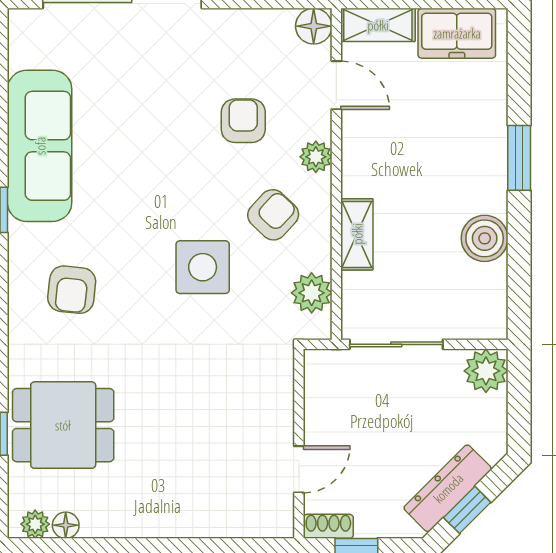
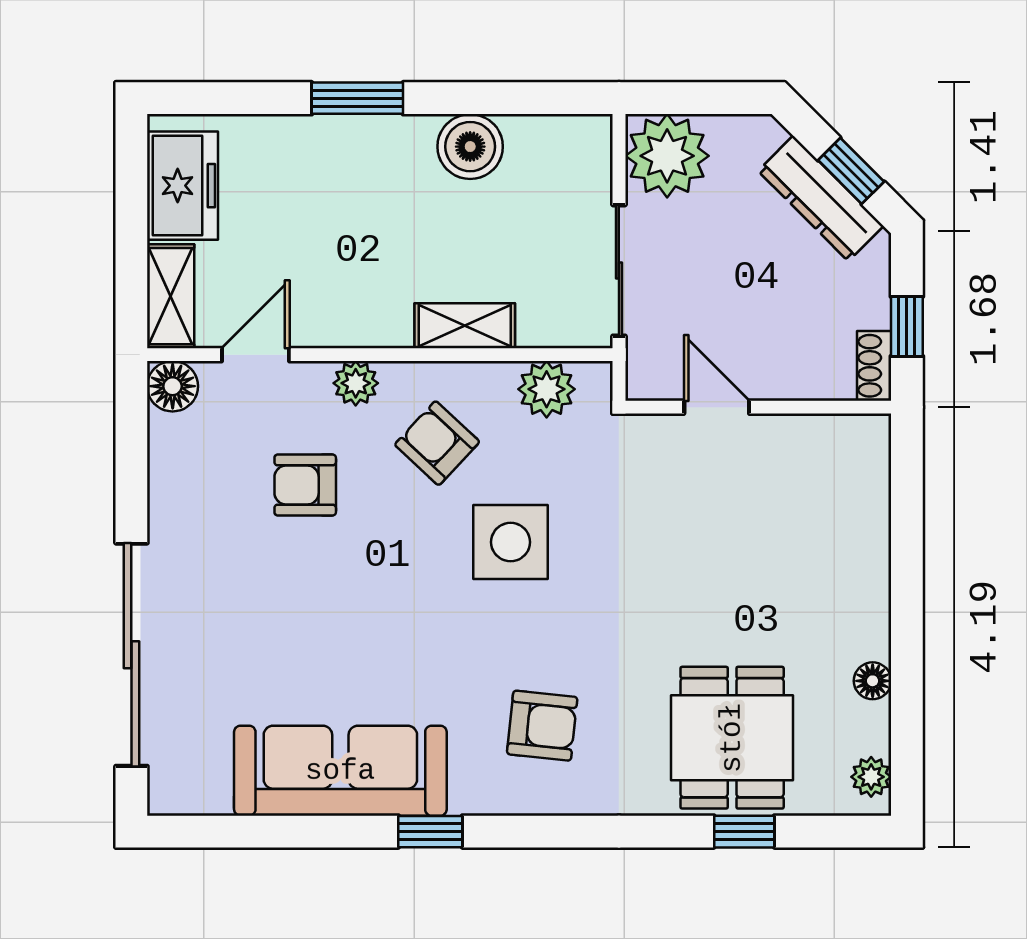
plant: (486, 371) -> (667, 156), width x1.36, depth x1.36
door: (299, 469) -> (717, 407), moved
floor lamp: (66, 525) -> (873, 681), moved

